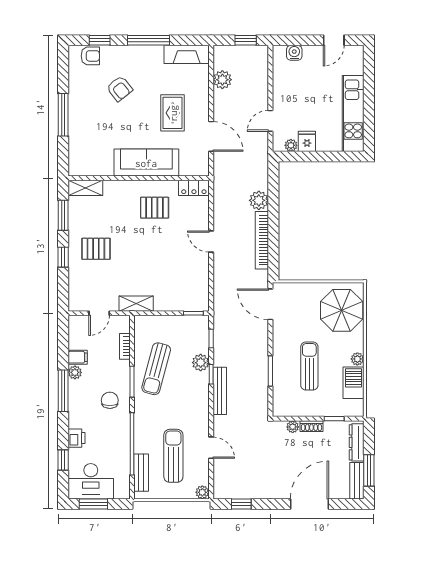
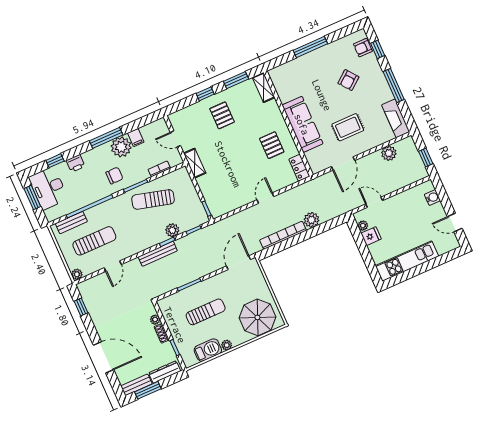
armchair: (90, 56) -> (363, 48), turned 90
plant: (75, 372) -> (121, 147), width x1.87, depth x1.87

